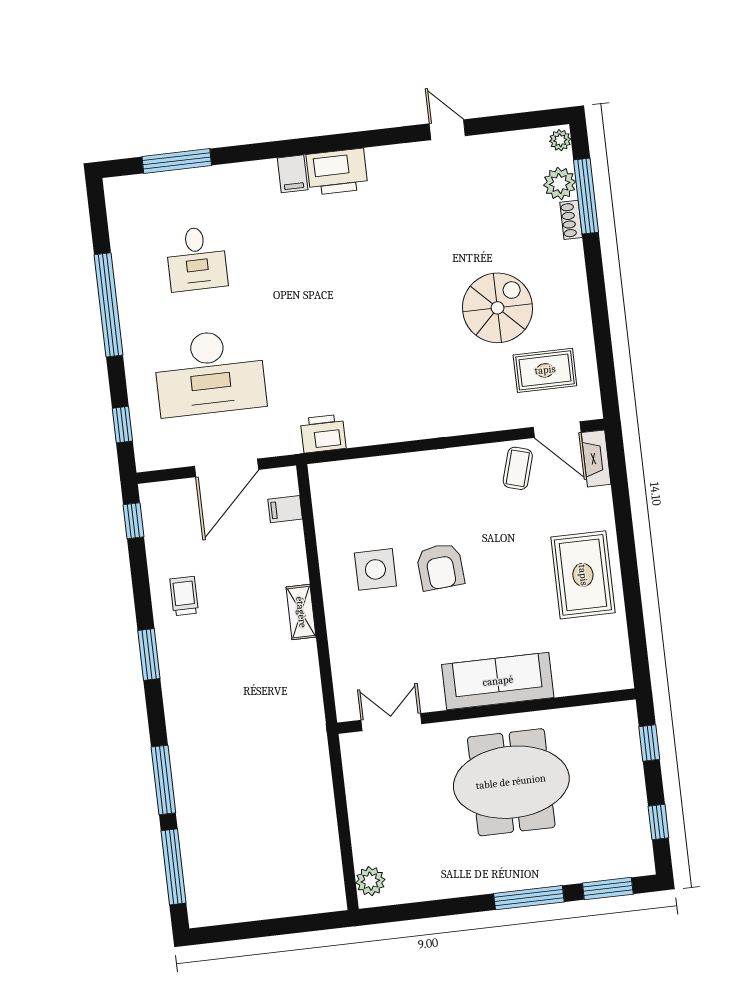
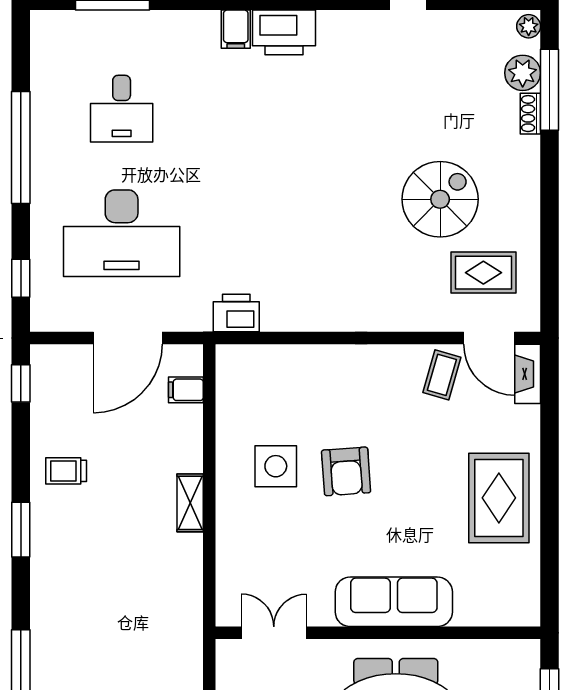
trolley: (184, 596) -> (66, 471), turned -90

